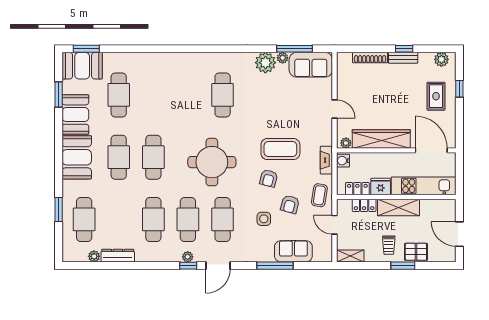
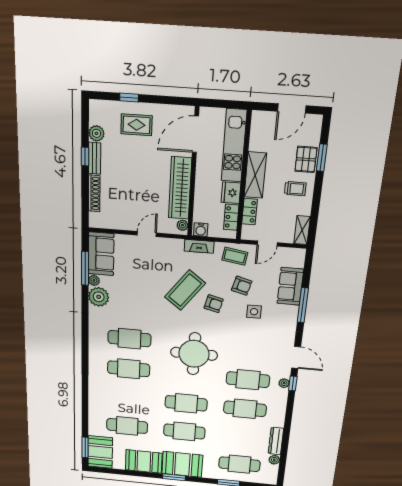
plant: (441, 59) -> (96, 133), moved
window: (59, 94) -> (174, 477), moved
coffee table: (280, 149) -> (185, 290), turned 37
cafe table: (223, 219) -> (129, 369), moved
window: (403, 266) -> (322, 158), moved

